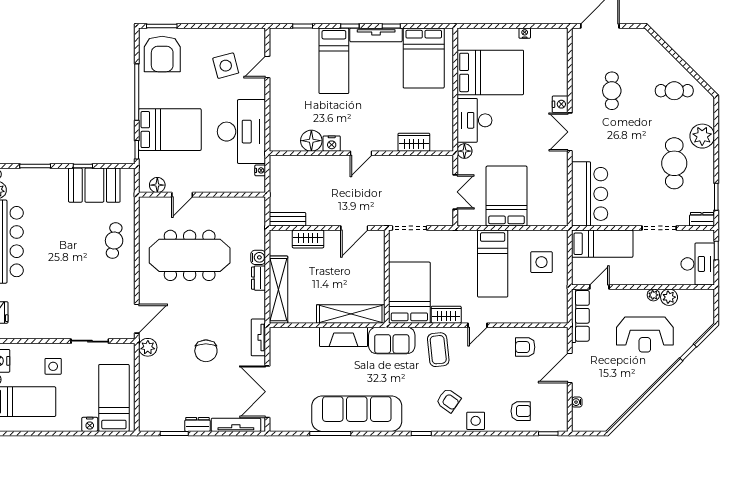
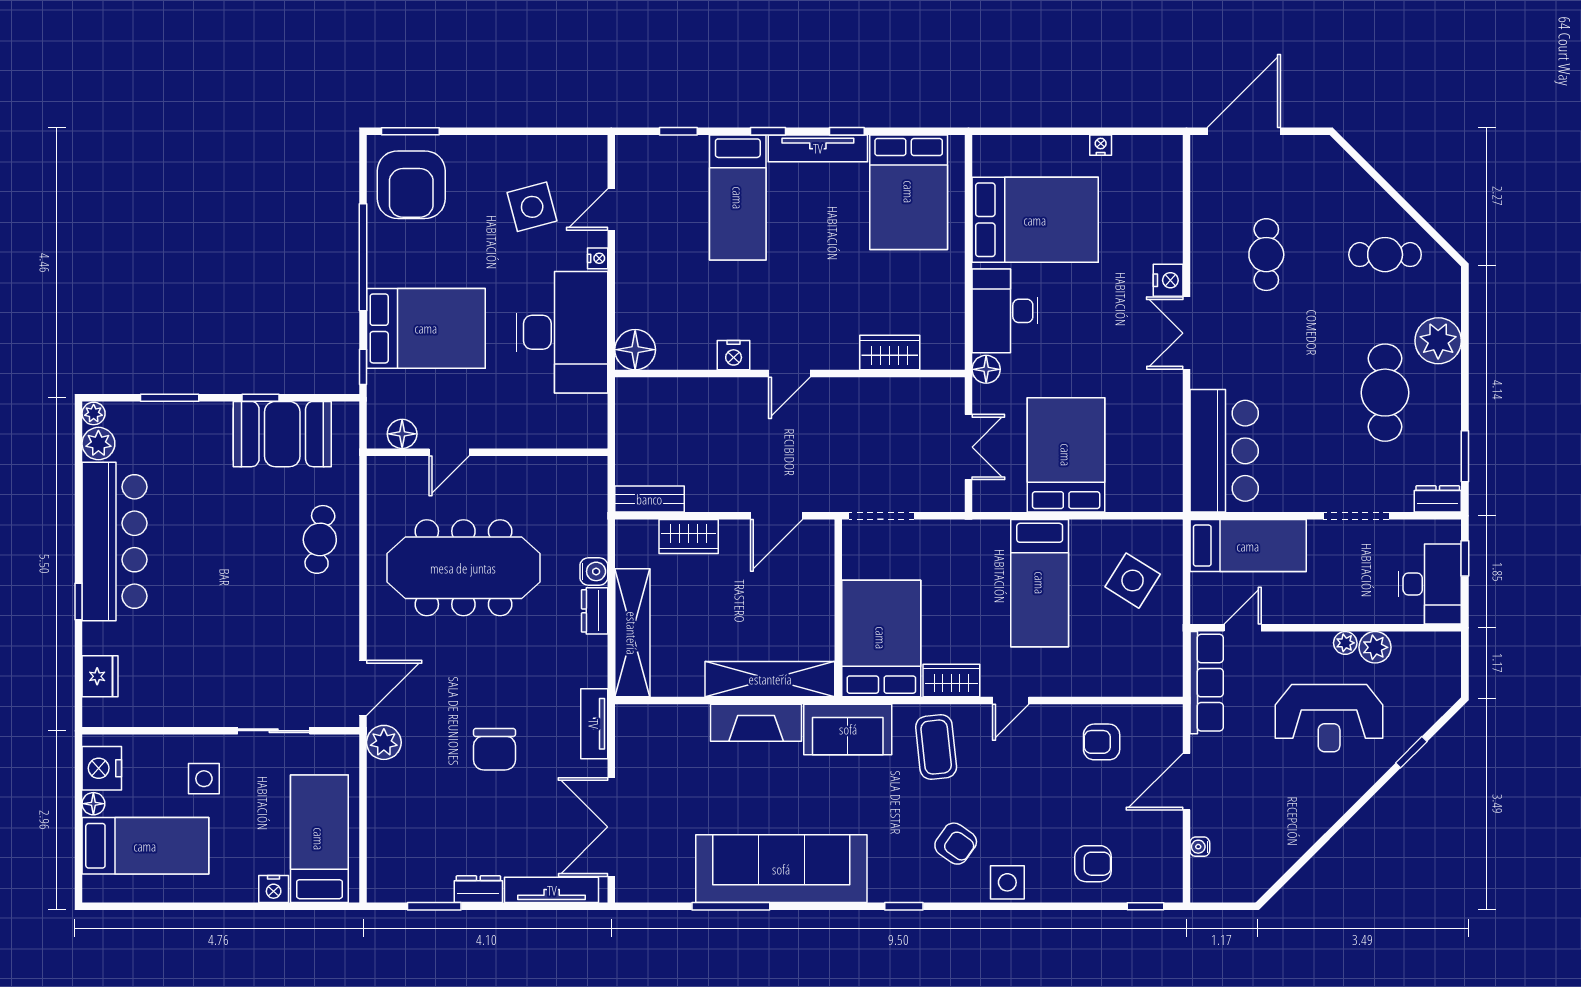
floor lamp: (311, 141) -> (635, 350), moved
nightstand: (260, 170) -> (598, 258), moved
side table: (541, 262) -> (1133, 581), turned 32

